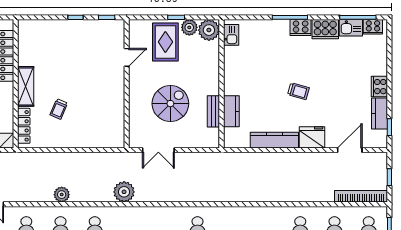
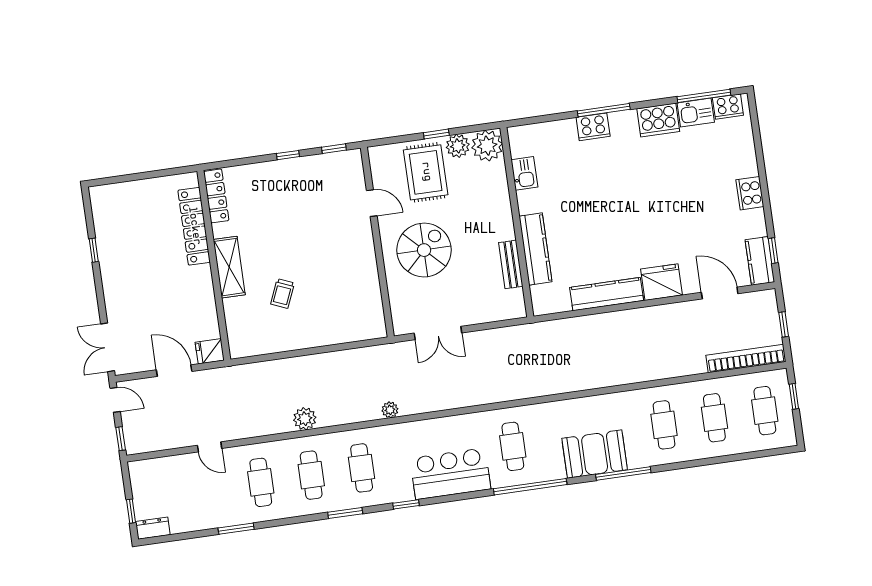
cooker: (301, 28) -> (593, 127), moved
kitchen sink: (231, 35) -> (524, 173), moved
door: (127, 57) -> (372, 203), hinge flipped
trolley: (298, 91) -> (632, 217), removed
spiral stairs: (170, 104) -> (424, 250), moved
kitchen counter: (231, 111) -> (536, 249), width x1.50
kitchen counter: (380, 114) -> (760, 261), moved
locker: (24, 126) -> (216, 196), moved
door: (350, 150) -> (720, 293), hinge flipped
plant: (124, 192) -> (390, 410), width x0.53, depth x0.53

